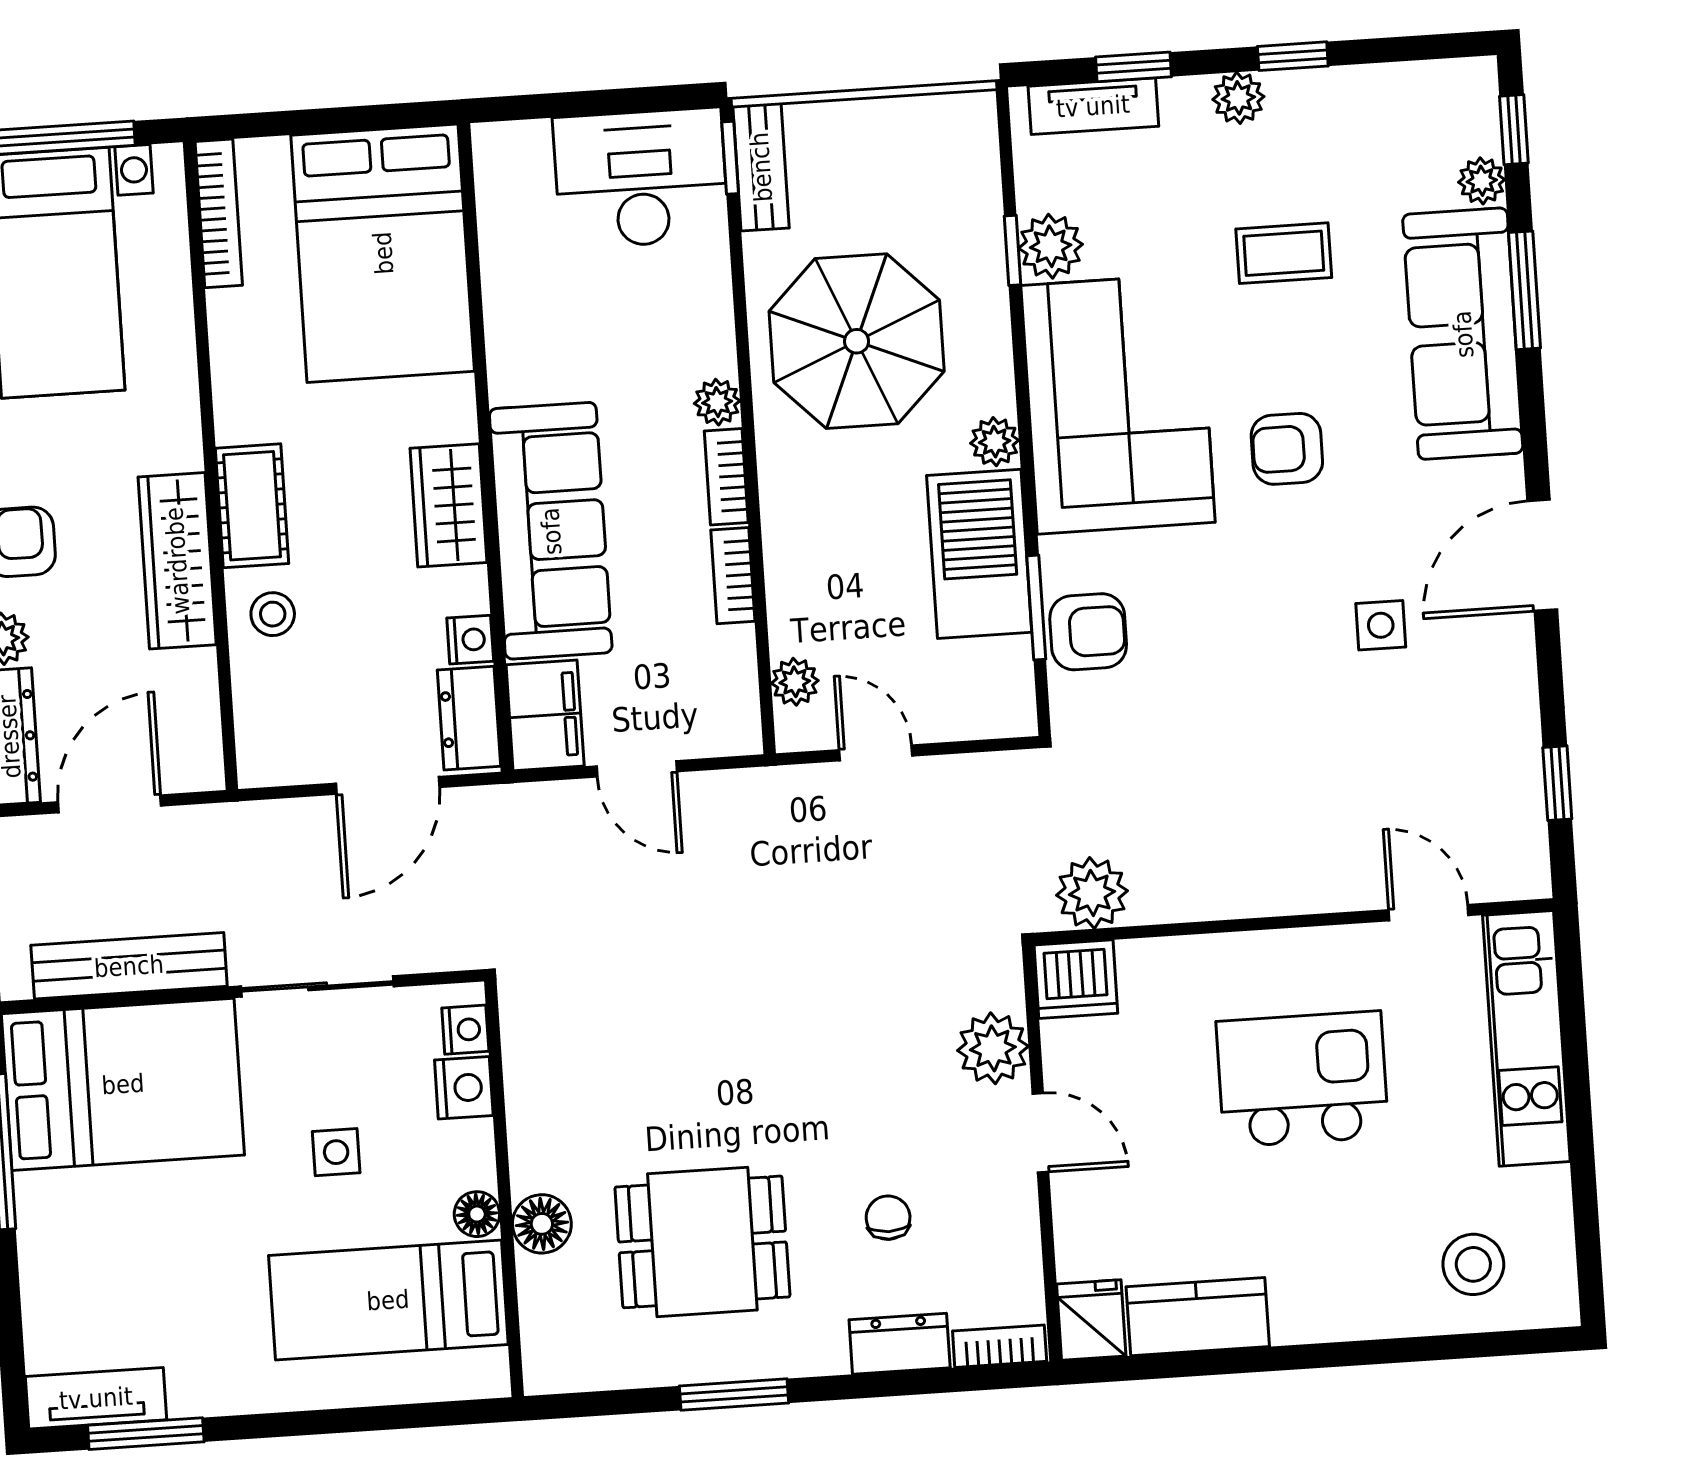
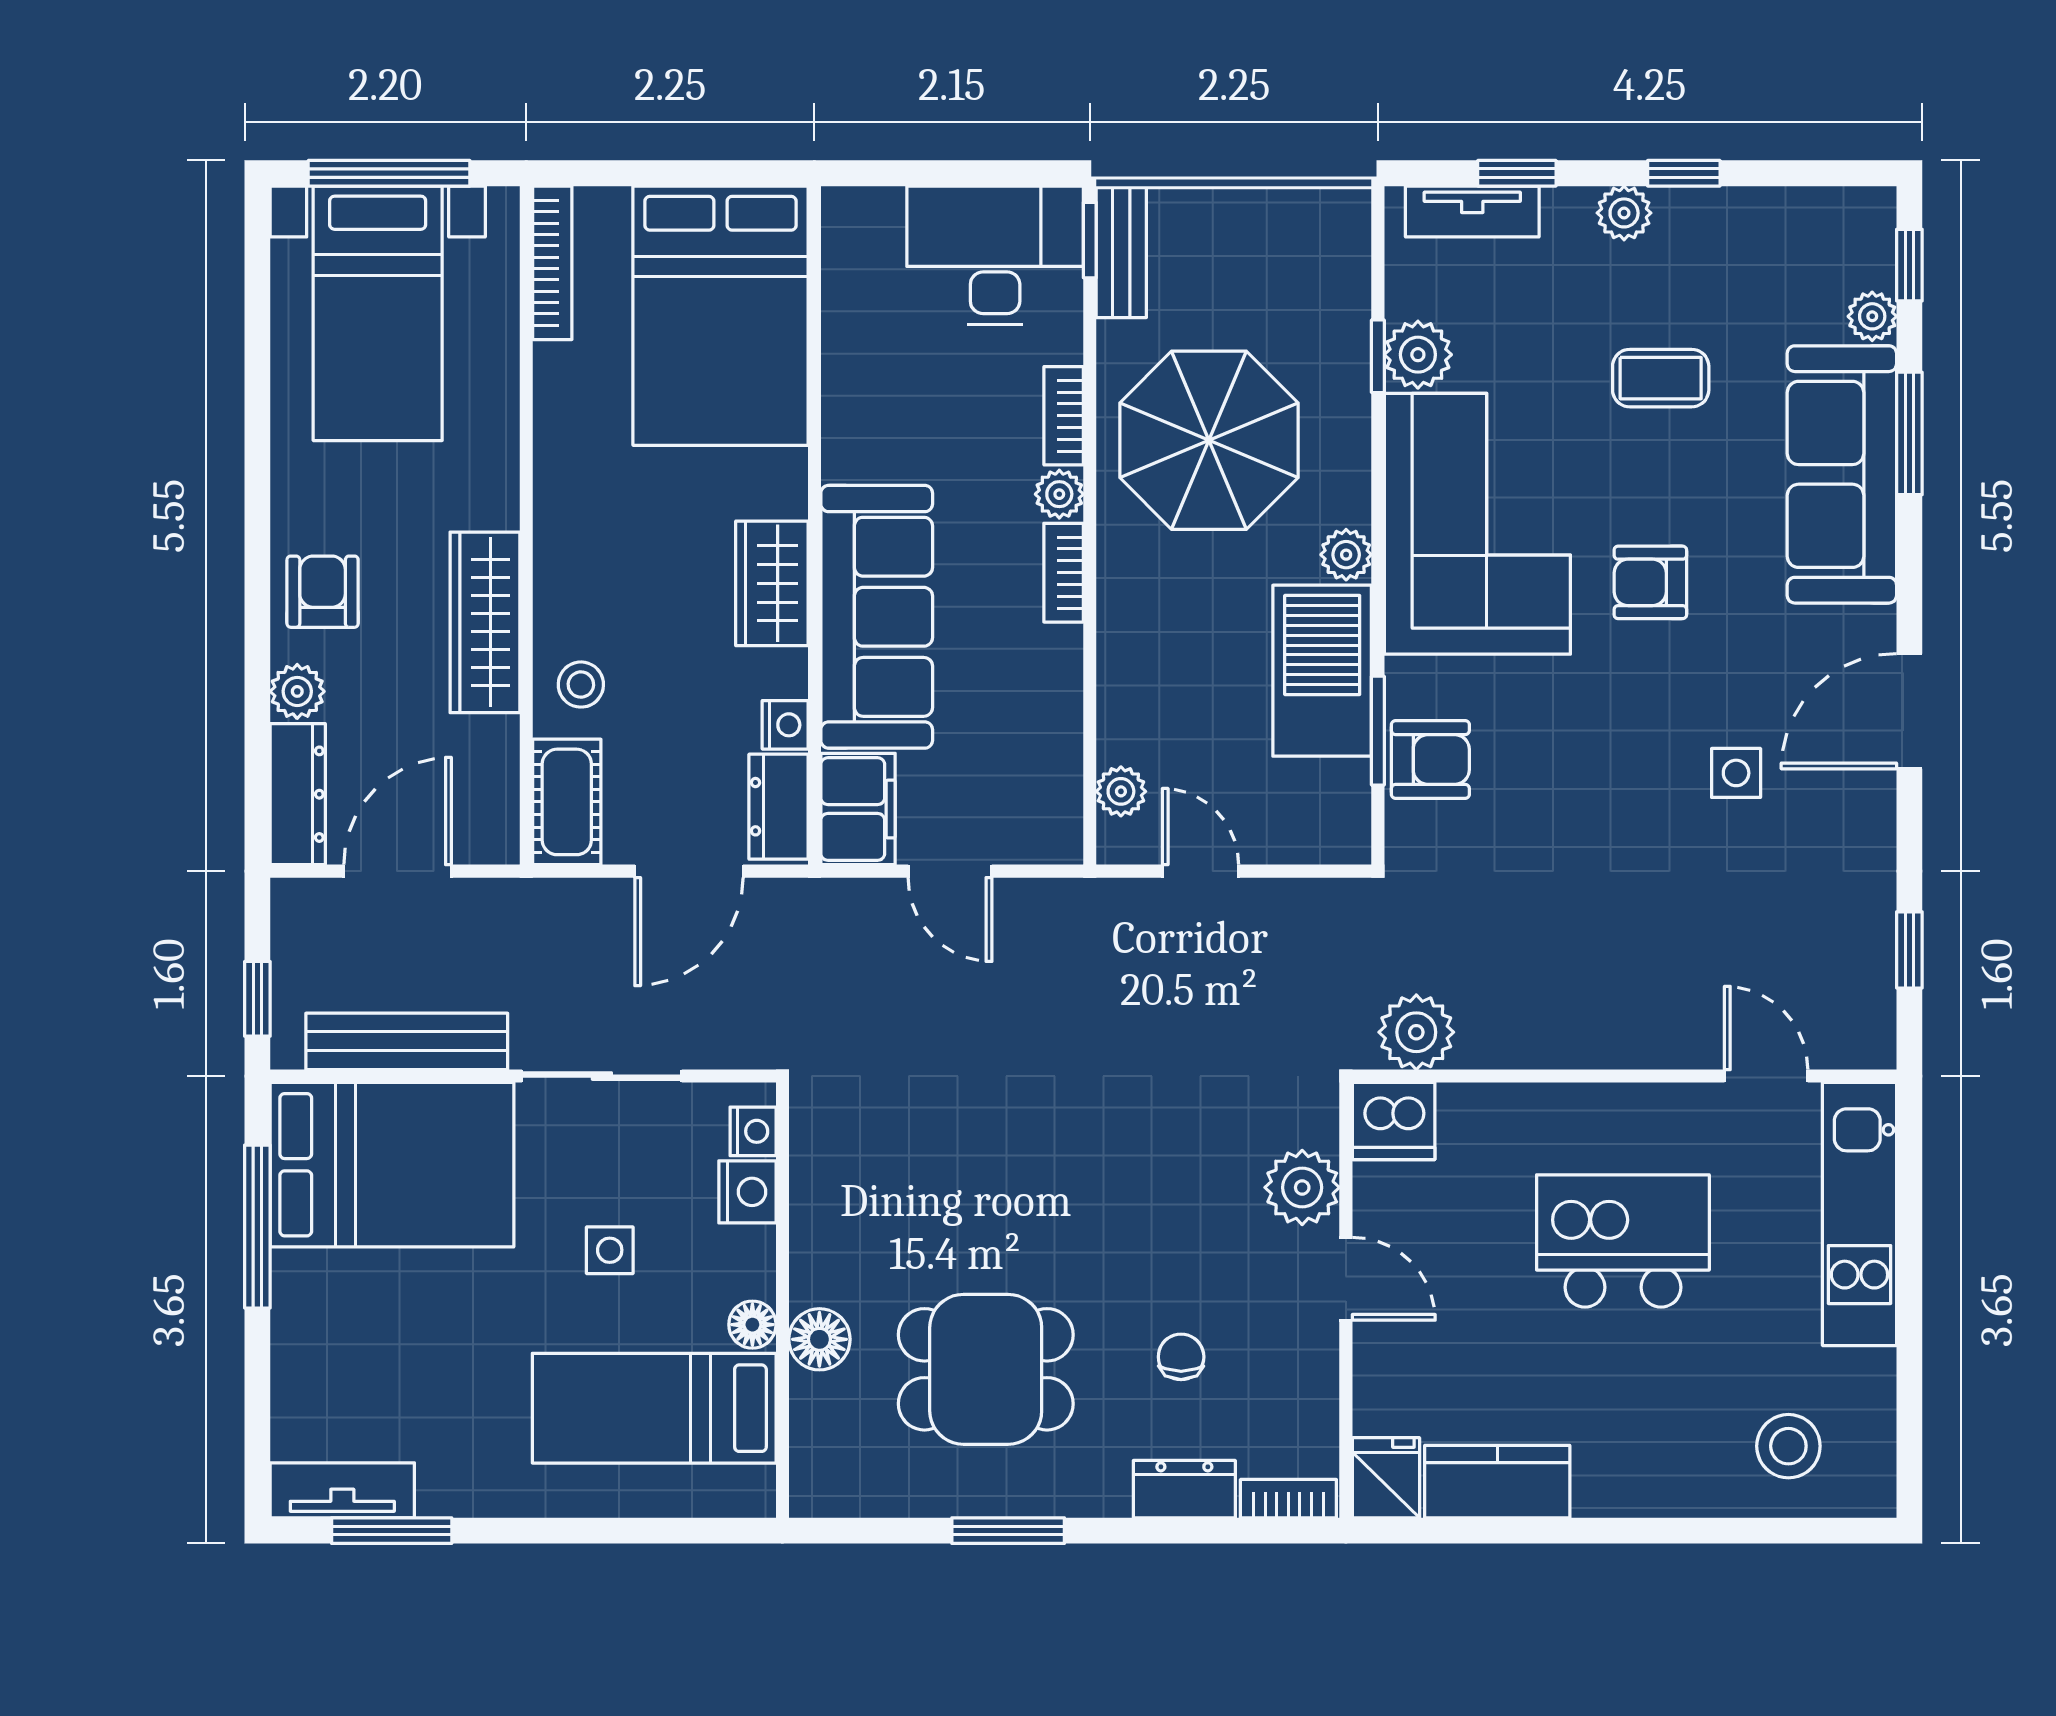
cot: (252, 506) -> (567, 802), moved
bookcase: (733, 576) -> (1064, 416), moved

